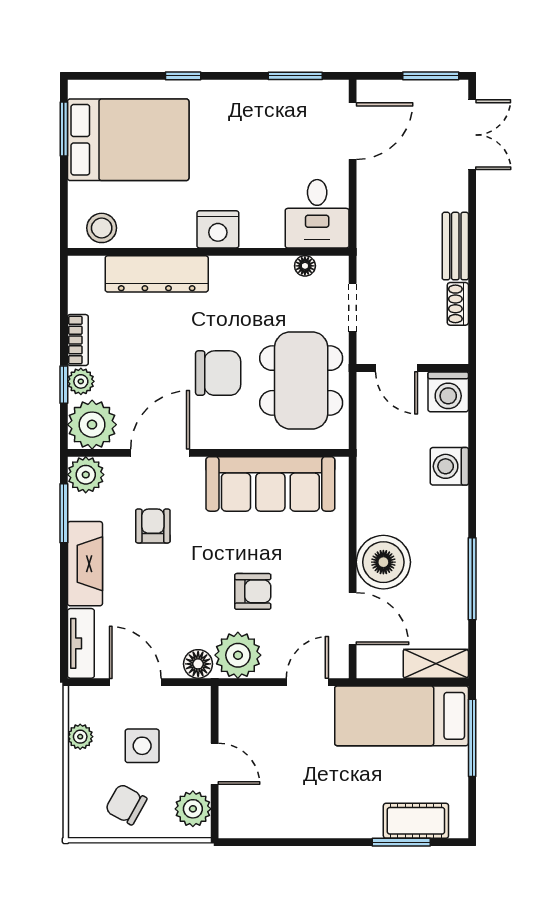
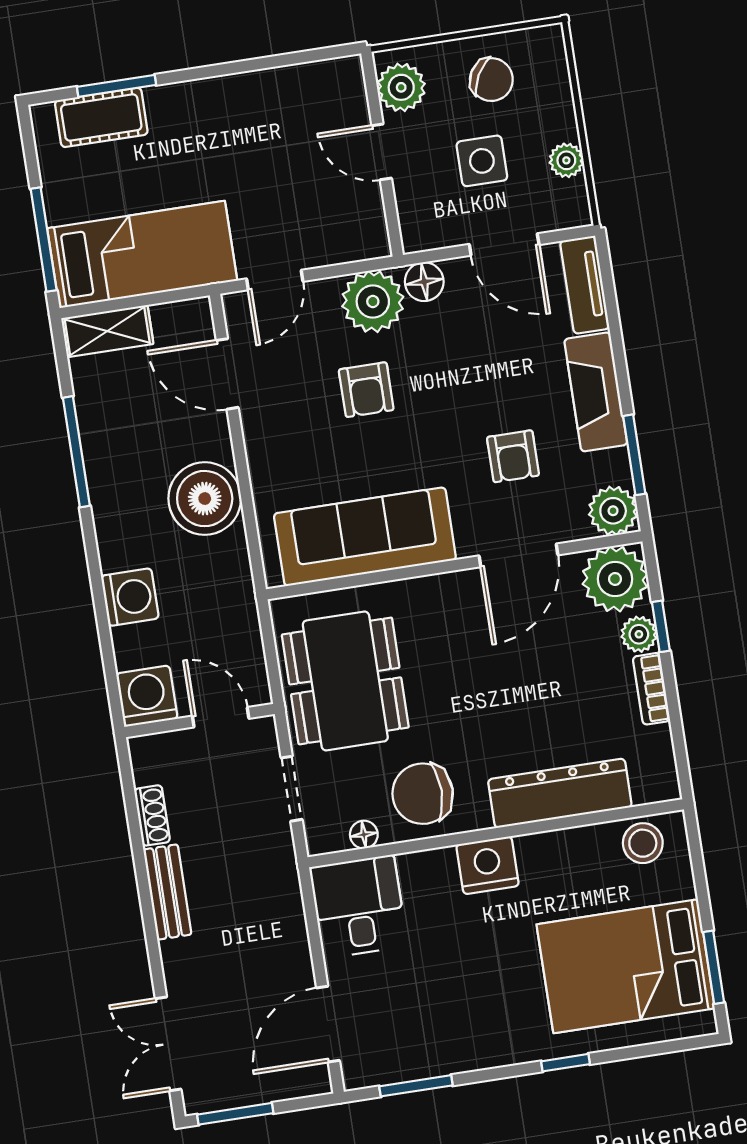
chair: (218, 373) -> (423, 794), moved
boiler: (383, 562) -> (205, 499), moved
armchair: (253, 591) -> (366, 390), turned -90

